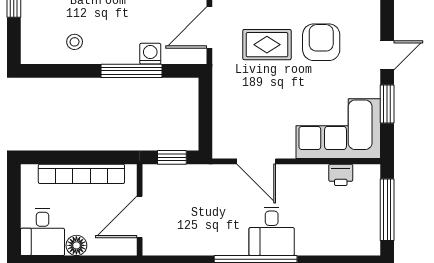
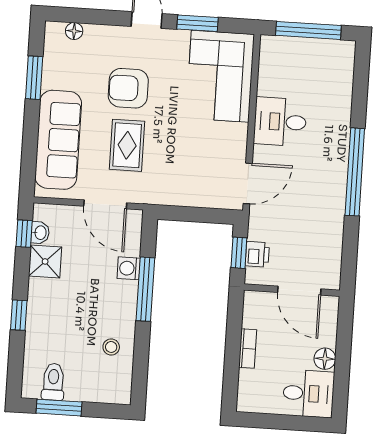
door: (256, 161) -> (248, 183), moved
bookcase: (81, 174) -> (248, 349), width x0.43, depth x0.76
printer: (341, 175) -> (257, 254), moved
desk: (272, 231) -> (280, 122), moved, turned 180

